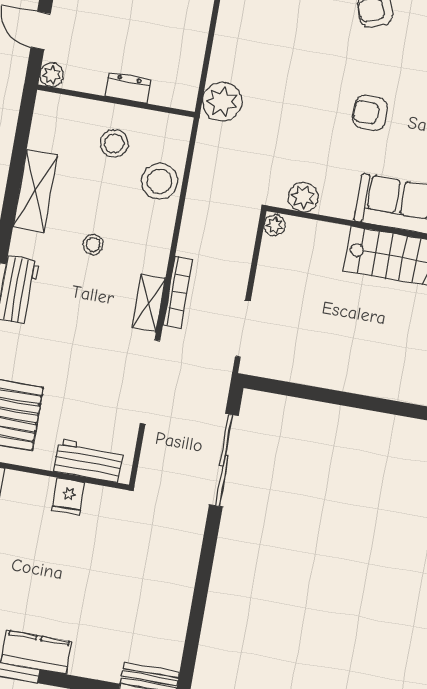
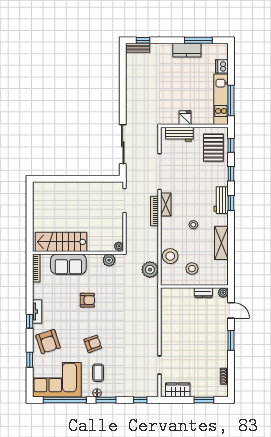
dresser: (128, 88) -> (203, 293), moved
plant: (222, 102) -> (150, 270), moved

